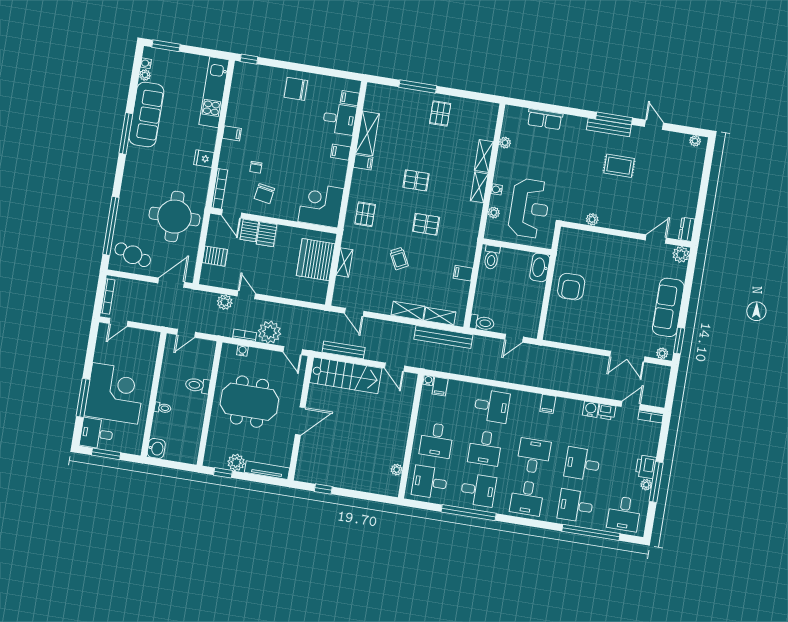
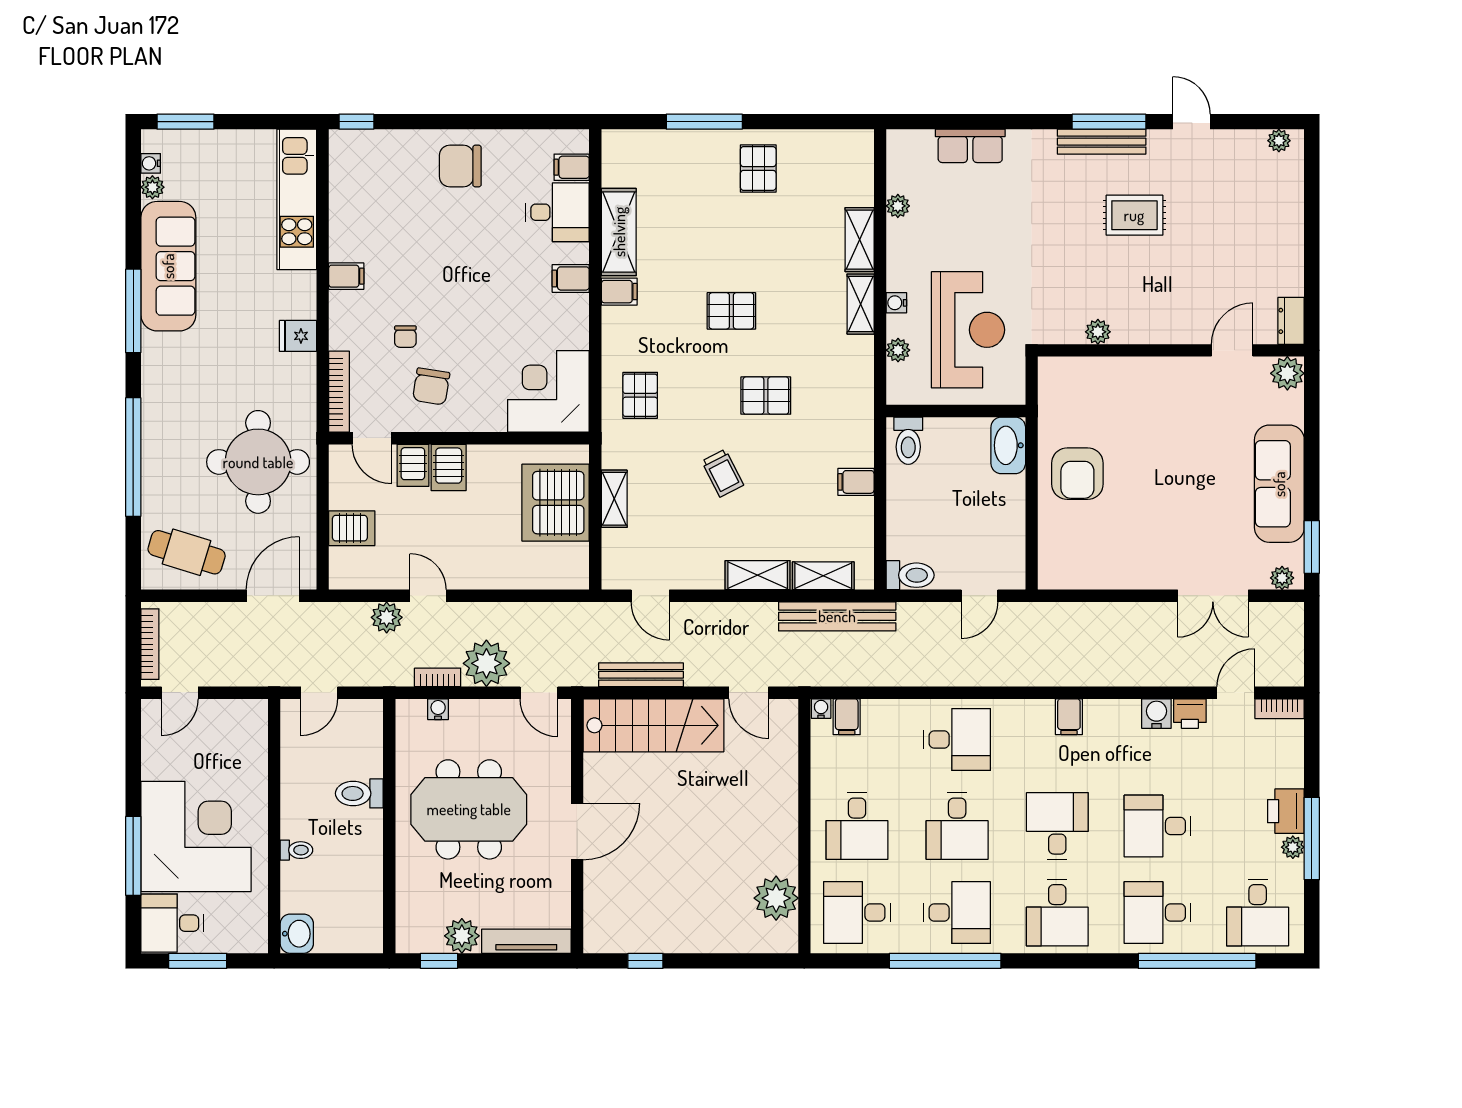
window: (111, 226) -> (133, 457), moved
plant: (397, 470) -> (776, 898), width x1.88, depth x1.88

